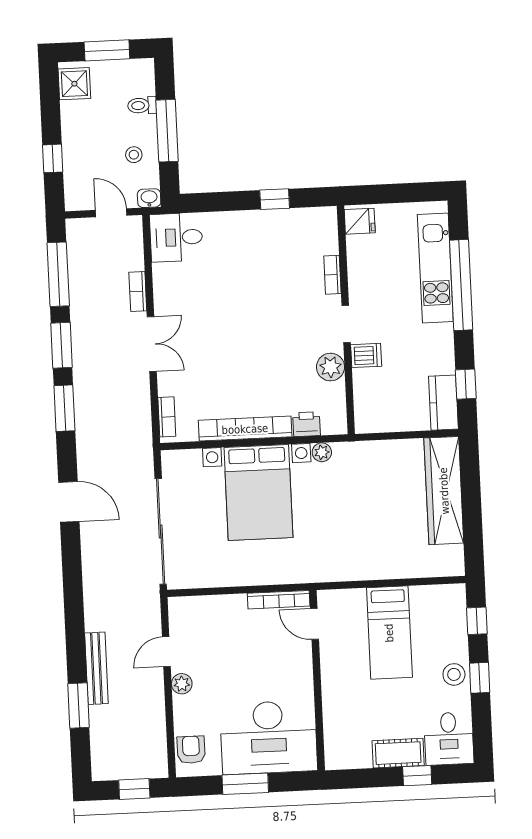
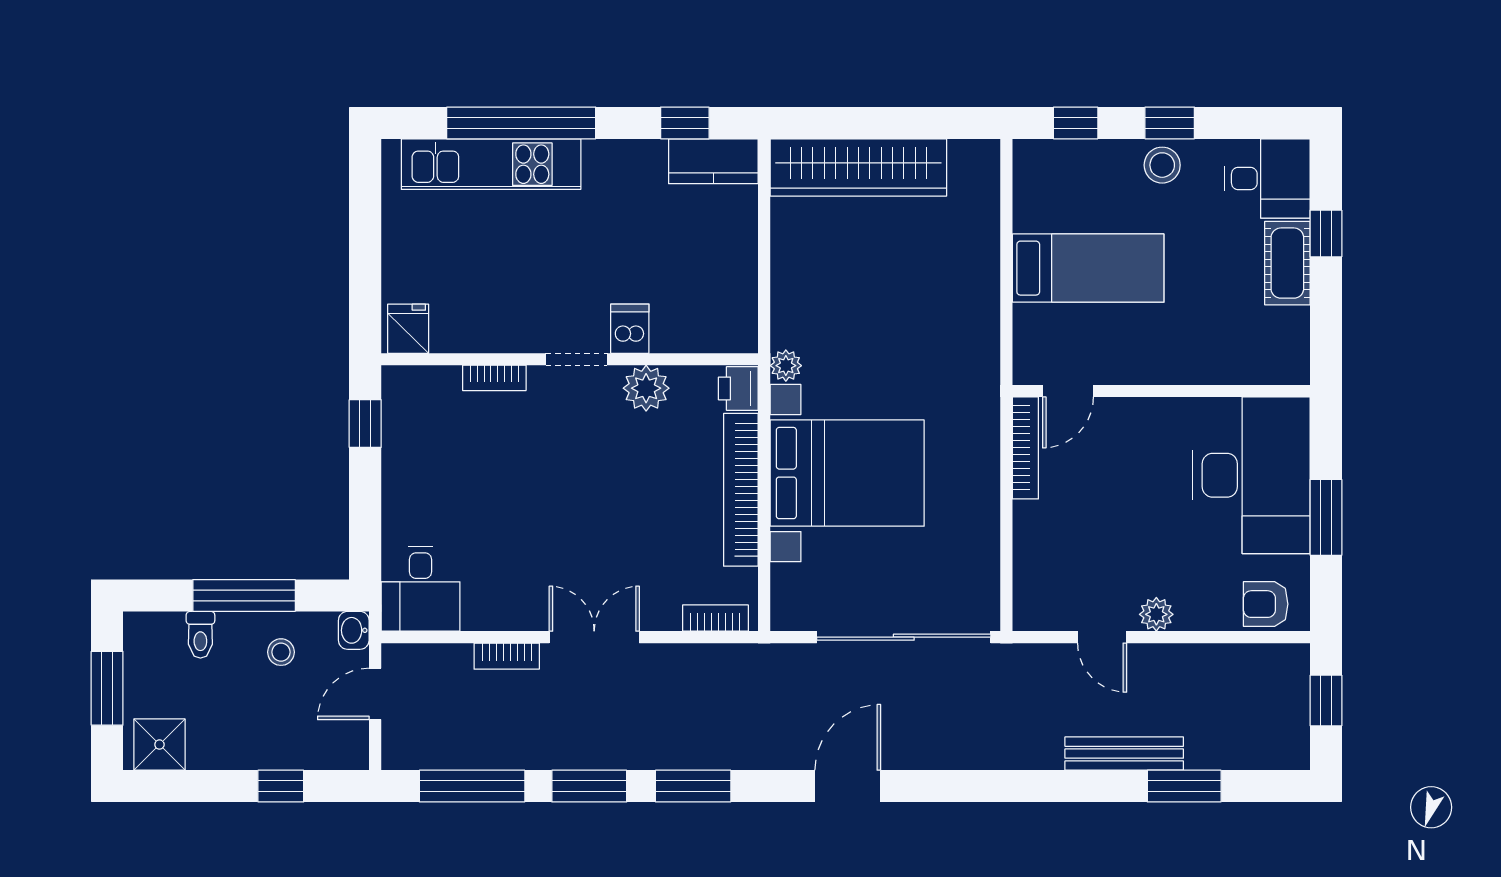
fridge: (360, 221) -> (408, 329), moved
bookcase: (332, 275) -> (494, 378), moved
wall: (346, 320) -> (570, 359), moved
doorway: (346, 324) -> (576, 359), moved
dishwasher: (366, 355) -> (630, 329), moved
plant: (331, 367) -> (646, 388), moved

